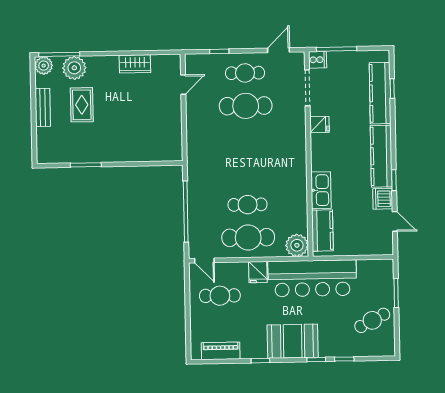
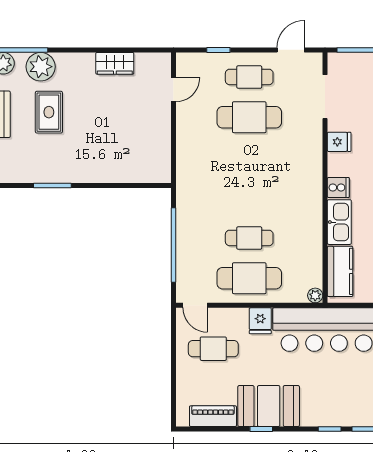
cooker: (318, 60) -> (338, 188), moved
plant: (297, 245) -> (315, 295), width x0.53, depth x0.53
booth: (293, 341) -> (269, 406), moved

